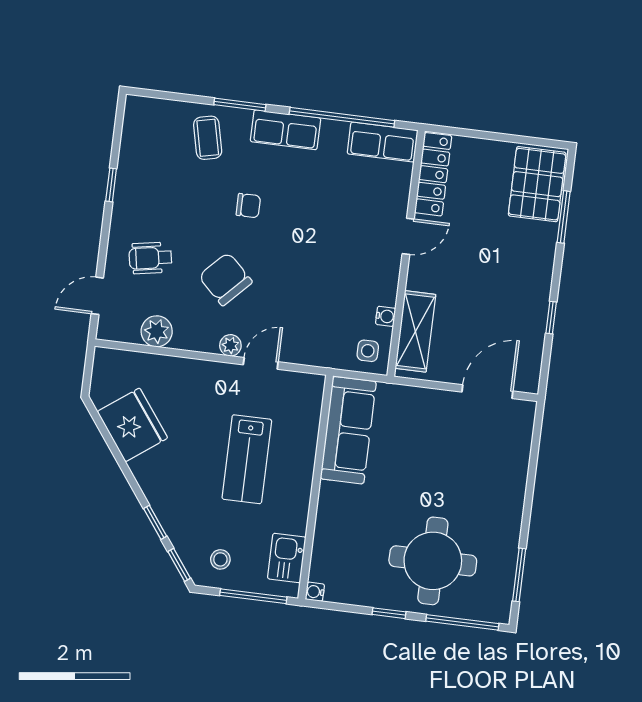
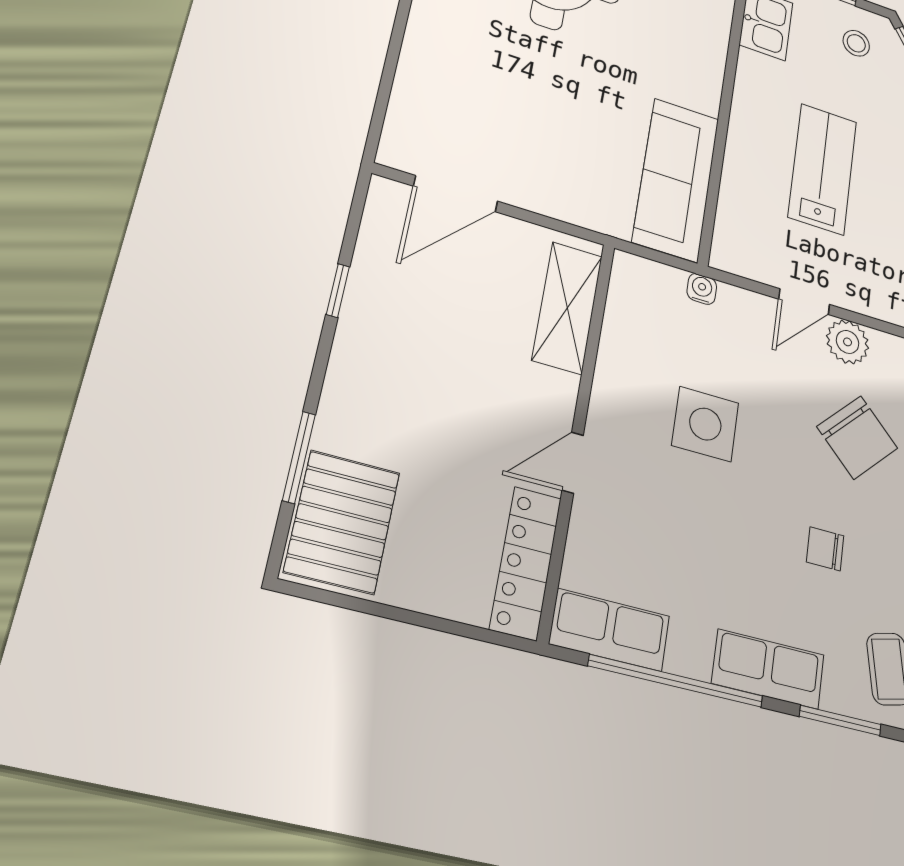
water cooler: (386, 316) -> (702, 289), moved, turned 90
plant: (230, 345) -> (848, 342), width x1.38, depth x1.38
side table: (368, 351) -> (705, 424), moved, width x1.87, depth x1.87

